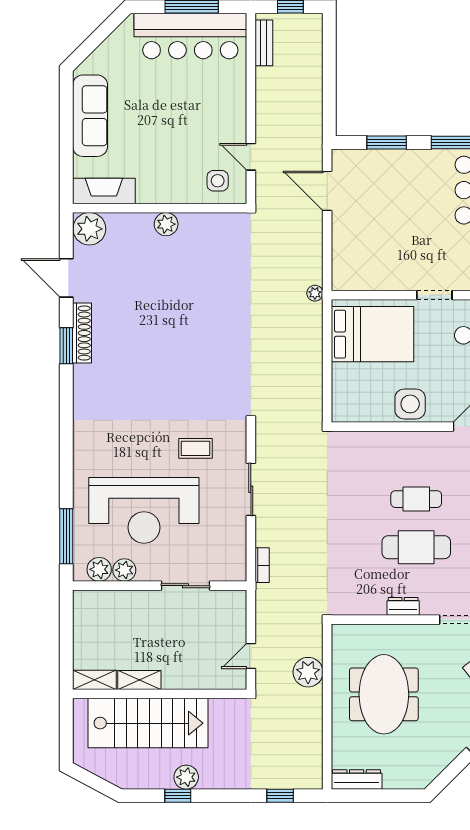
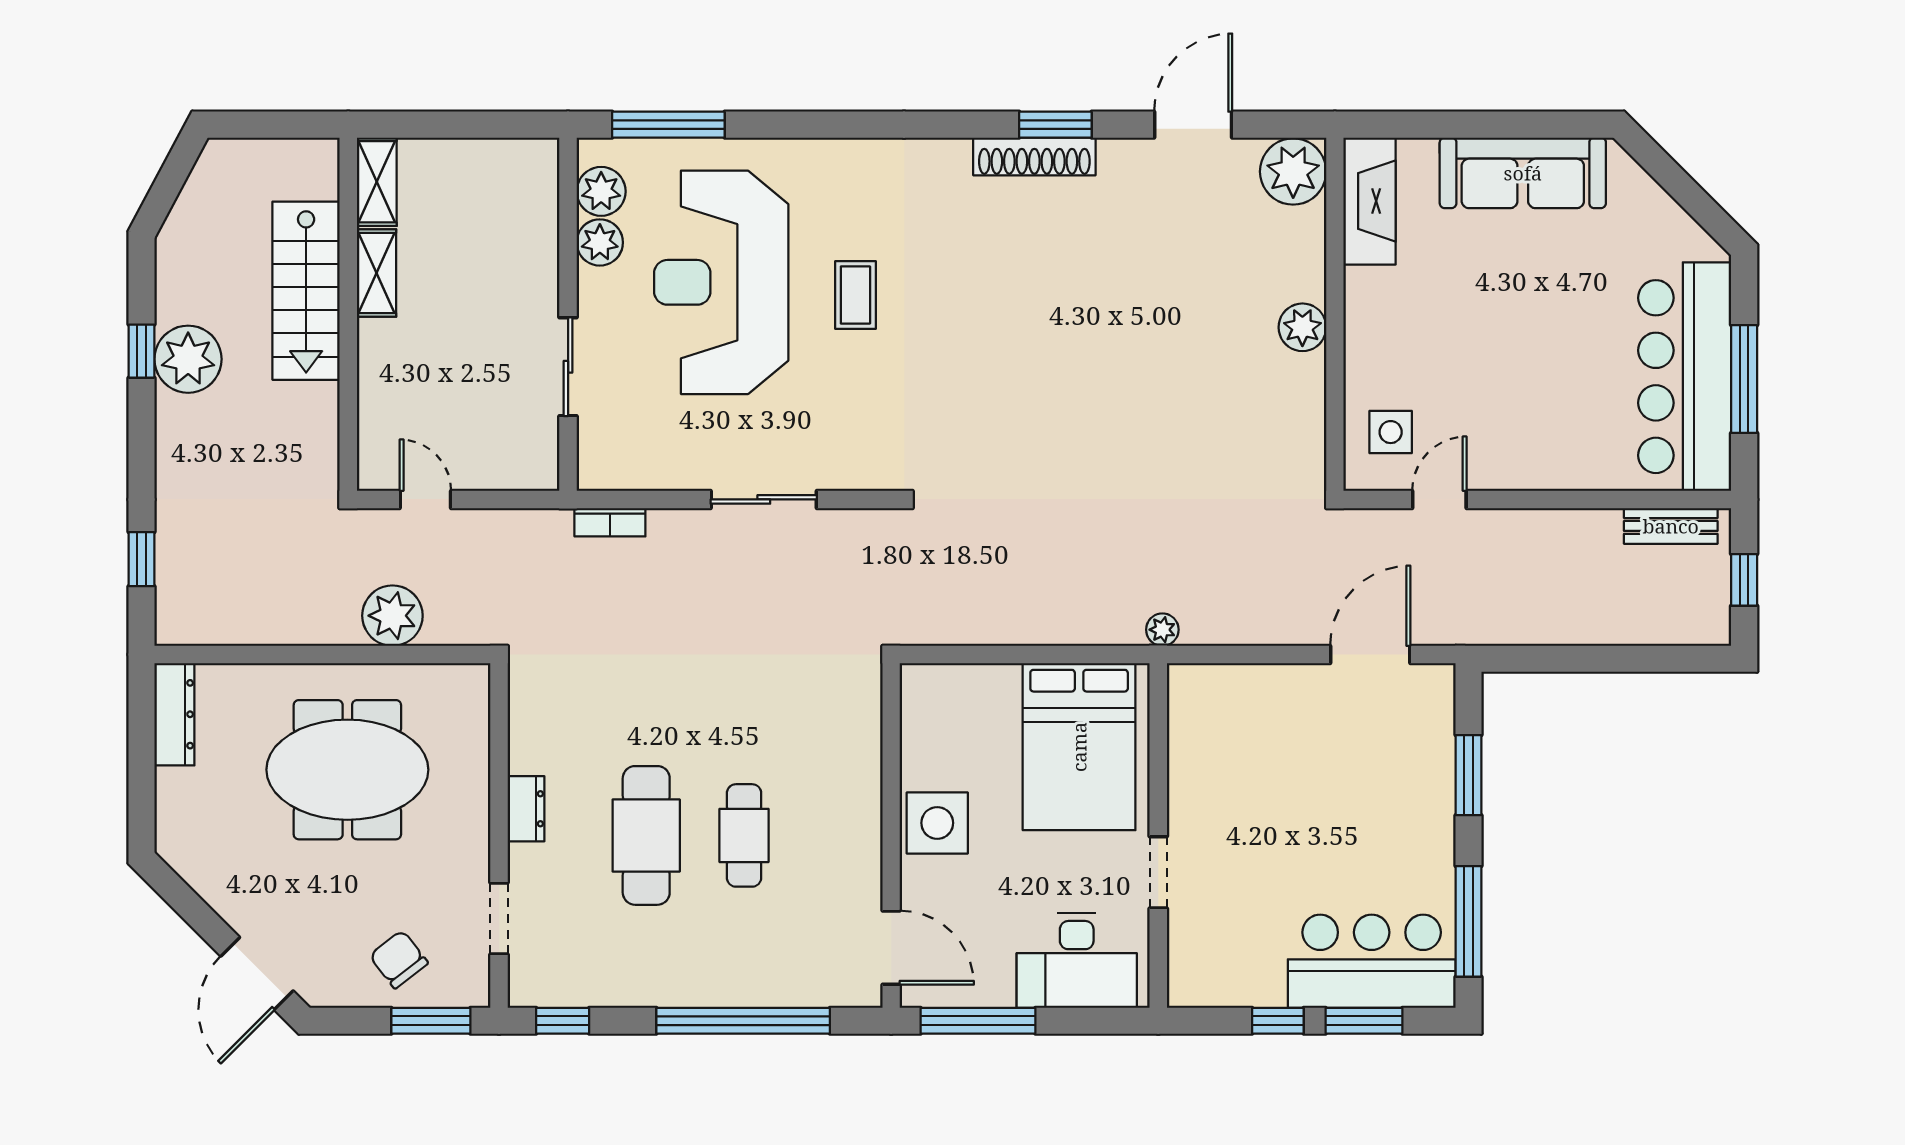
shoe rack: (82, 333) -> (1034, 156), moved
coffee table: (195, 448) -> (855, 295), moved
stairs: (148, 723) -> (306, 291), width x0.73, depth x0.66
plant: (186, 777) -> (188, 359), width x1.36, depth x1.36

